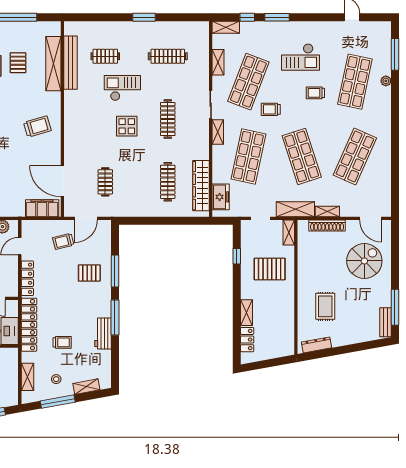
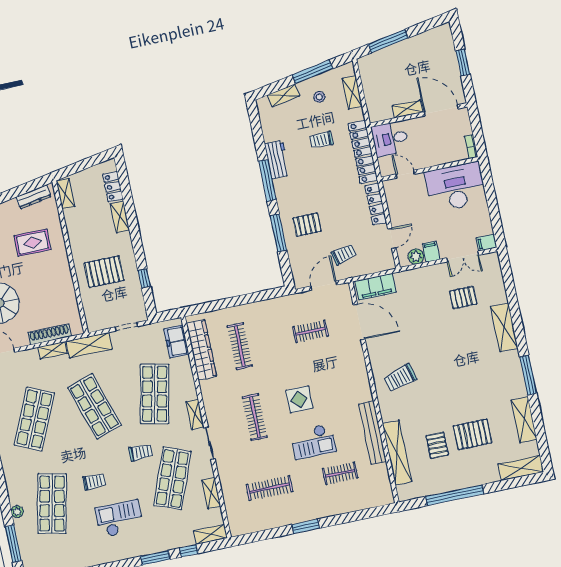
bench: (71, 63) -> (373, 433), moved
clothes rail: (105, 182) -> (310, 331), turned 90
shelving: (289, 232) -> (65, 194), moved
rug: (325, 306) -> (32, 243), turned 90

